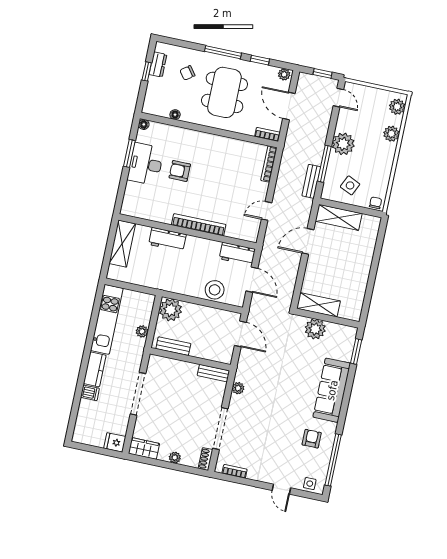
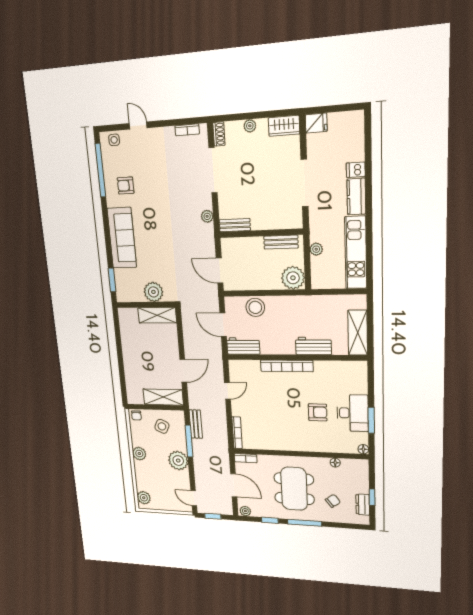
plant: (391, 134) -> (139, 454), moved
armchair: (312, 439) -> (126, 186), turned 90

